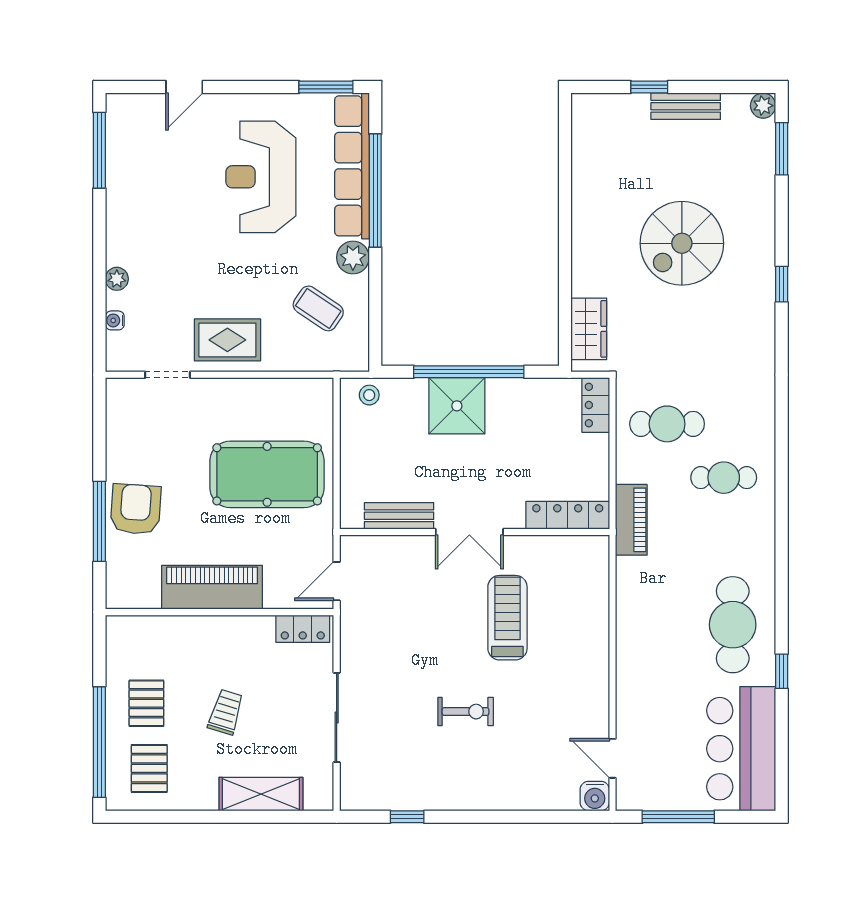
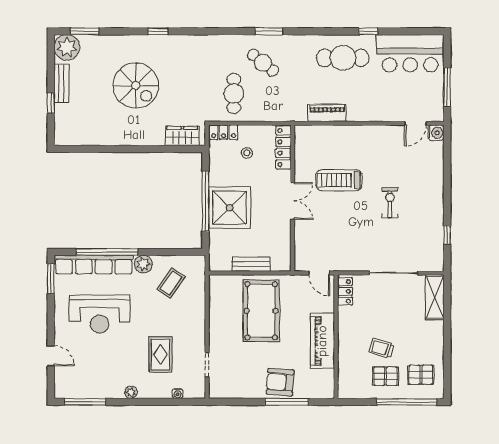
plant: (763, 106) -> (67, 47), width x1.87, depth x1.87
plant: (117, 279) -> (131, 392), moved
rug: (227, 340) -> (161, 354), moved
stool: (369, 395) -> (247, 153), moved
shower: (457, 406) -> (230, 208), width x1.37, depth x1.37
cafe table: (724, 478) -> (263, 63), turned -51
window: (782, 488) -> (269, 31), added
bench: (399, 516) -> (251, 264), moved, turned 90
piano: (631, 520) -> (327, 113), moved
trolley: (226, 712) -> (381, 348), moved
shelving: (261, 794) -> (435, 297), moved

